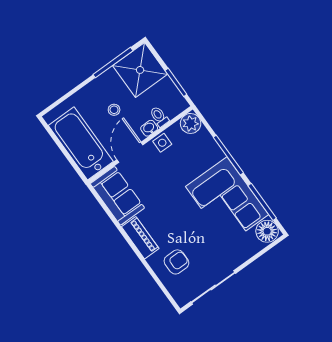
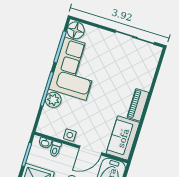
plant: (191, 123) -> (53, 100), moved
washbasin: (149, 128) -> (45, 143), moved
armchair: (176, 262) -> (136, 71), removed

